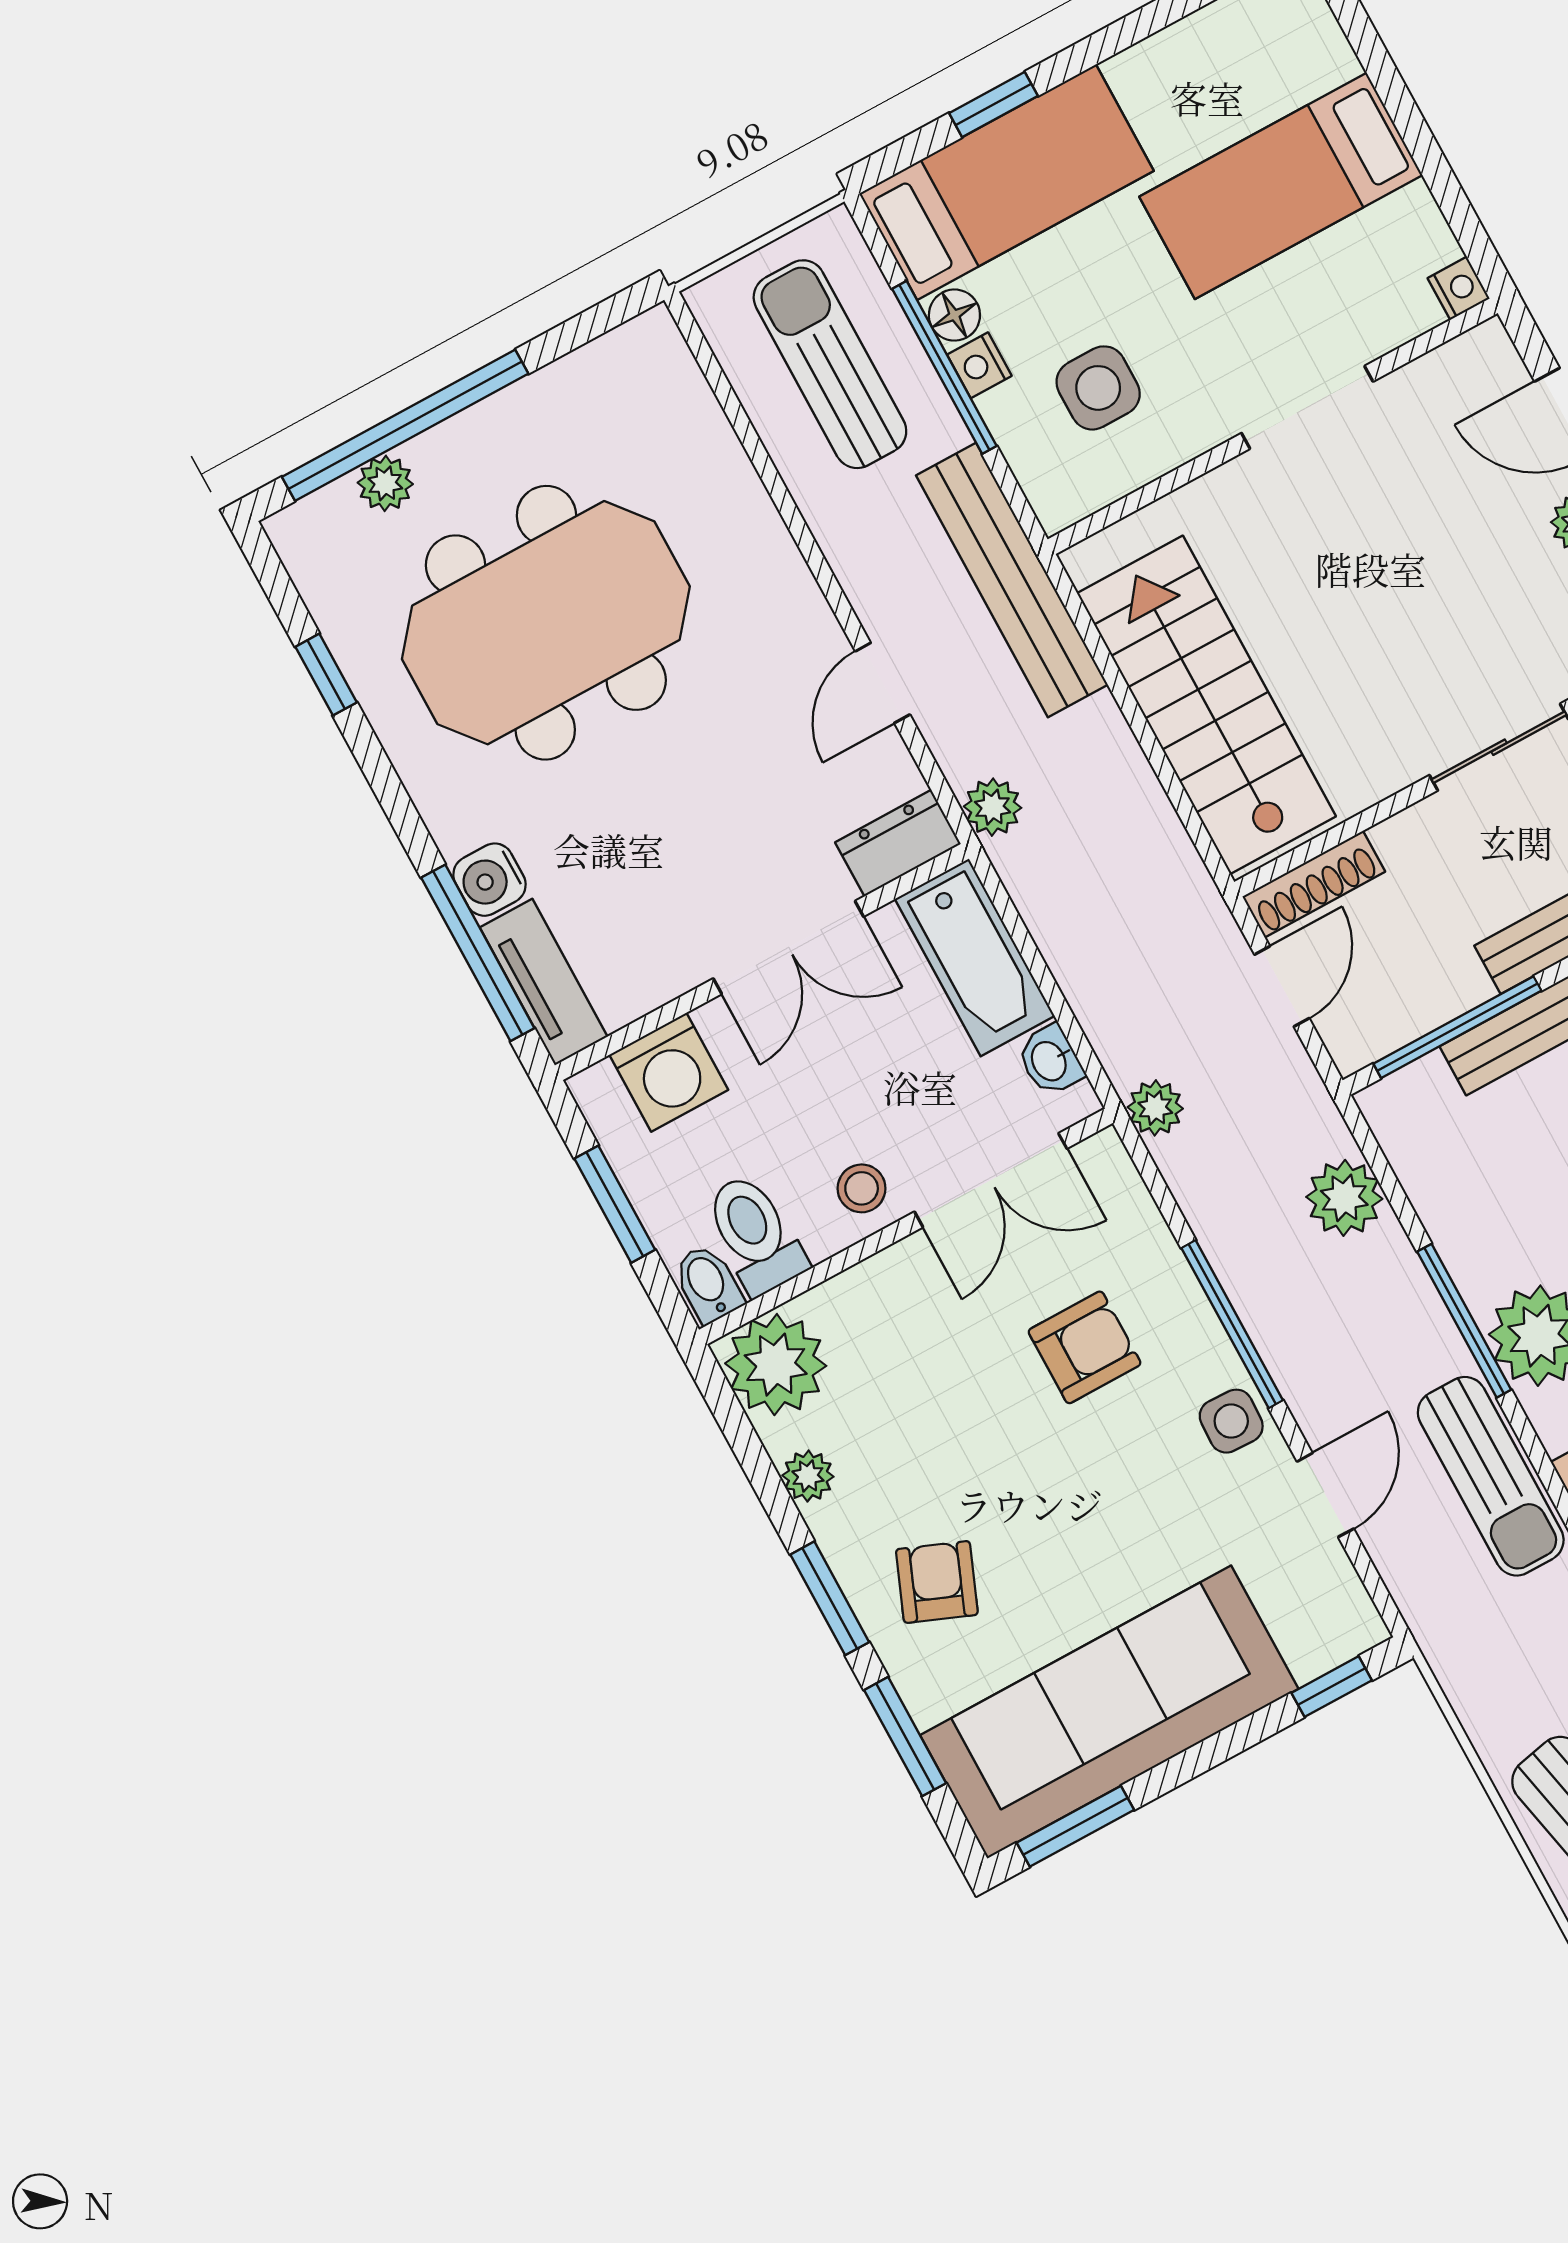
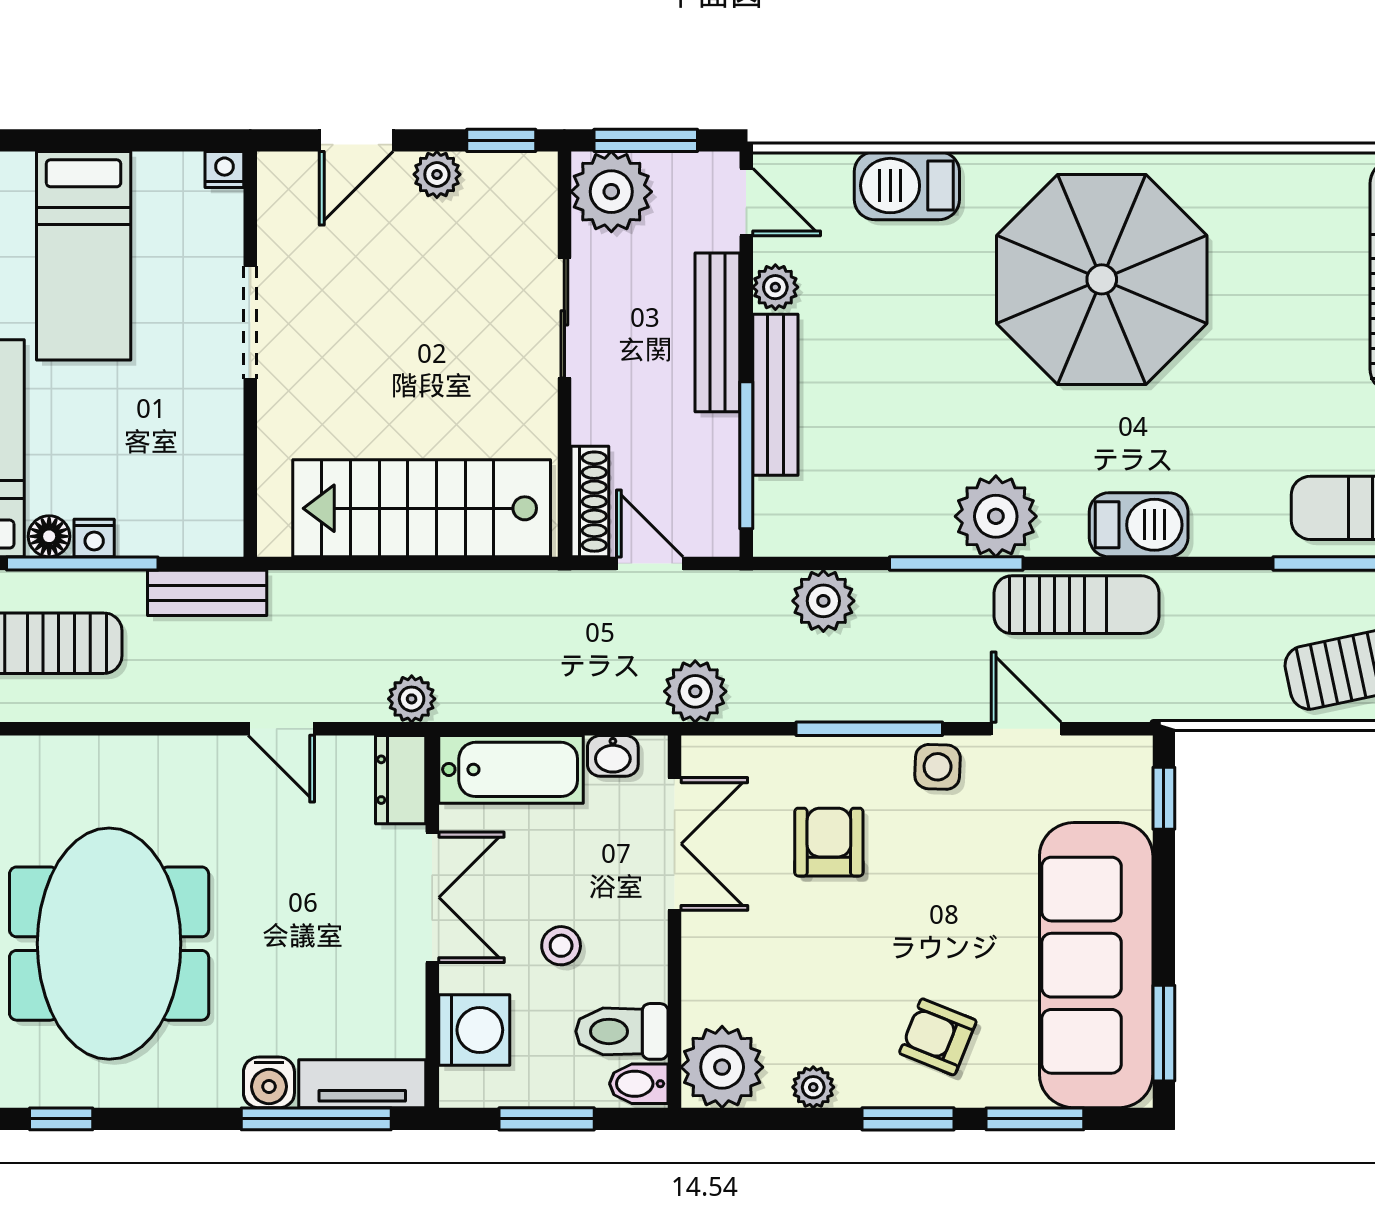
side table: (1098, 388) -> (156, 463), removed
bench: (1012, 580) -> (207, 593), width x0.54, depth x0.82
plant: (1155, 1108) -> (695, 691), width x1.38, depth x1.38
stool: (862, 1188) -> (561, 946), moved

